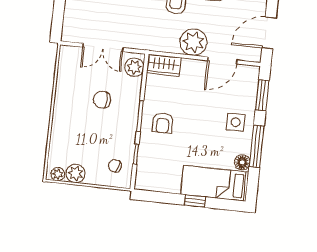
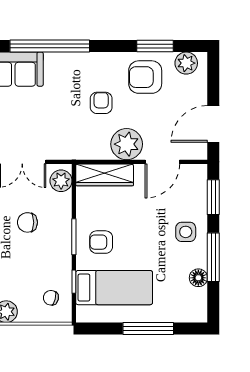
wardrobe: (164, 65) -> (105, 175), width x1.50
armchair: (163, 123) -> (101, 242), turned 90
bed: (215, 183) -> (114, 288), moved, turned 180
window: (195, 201) -> (148, 329), width x2.17

